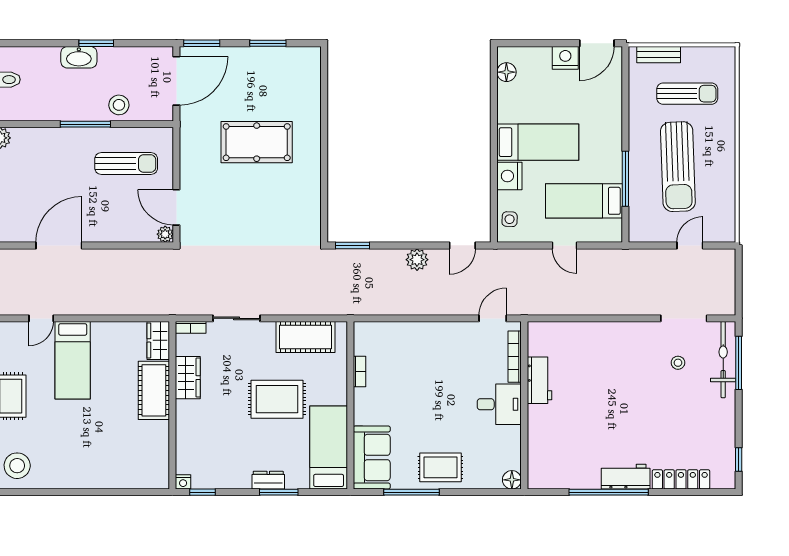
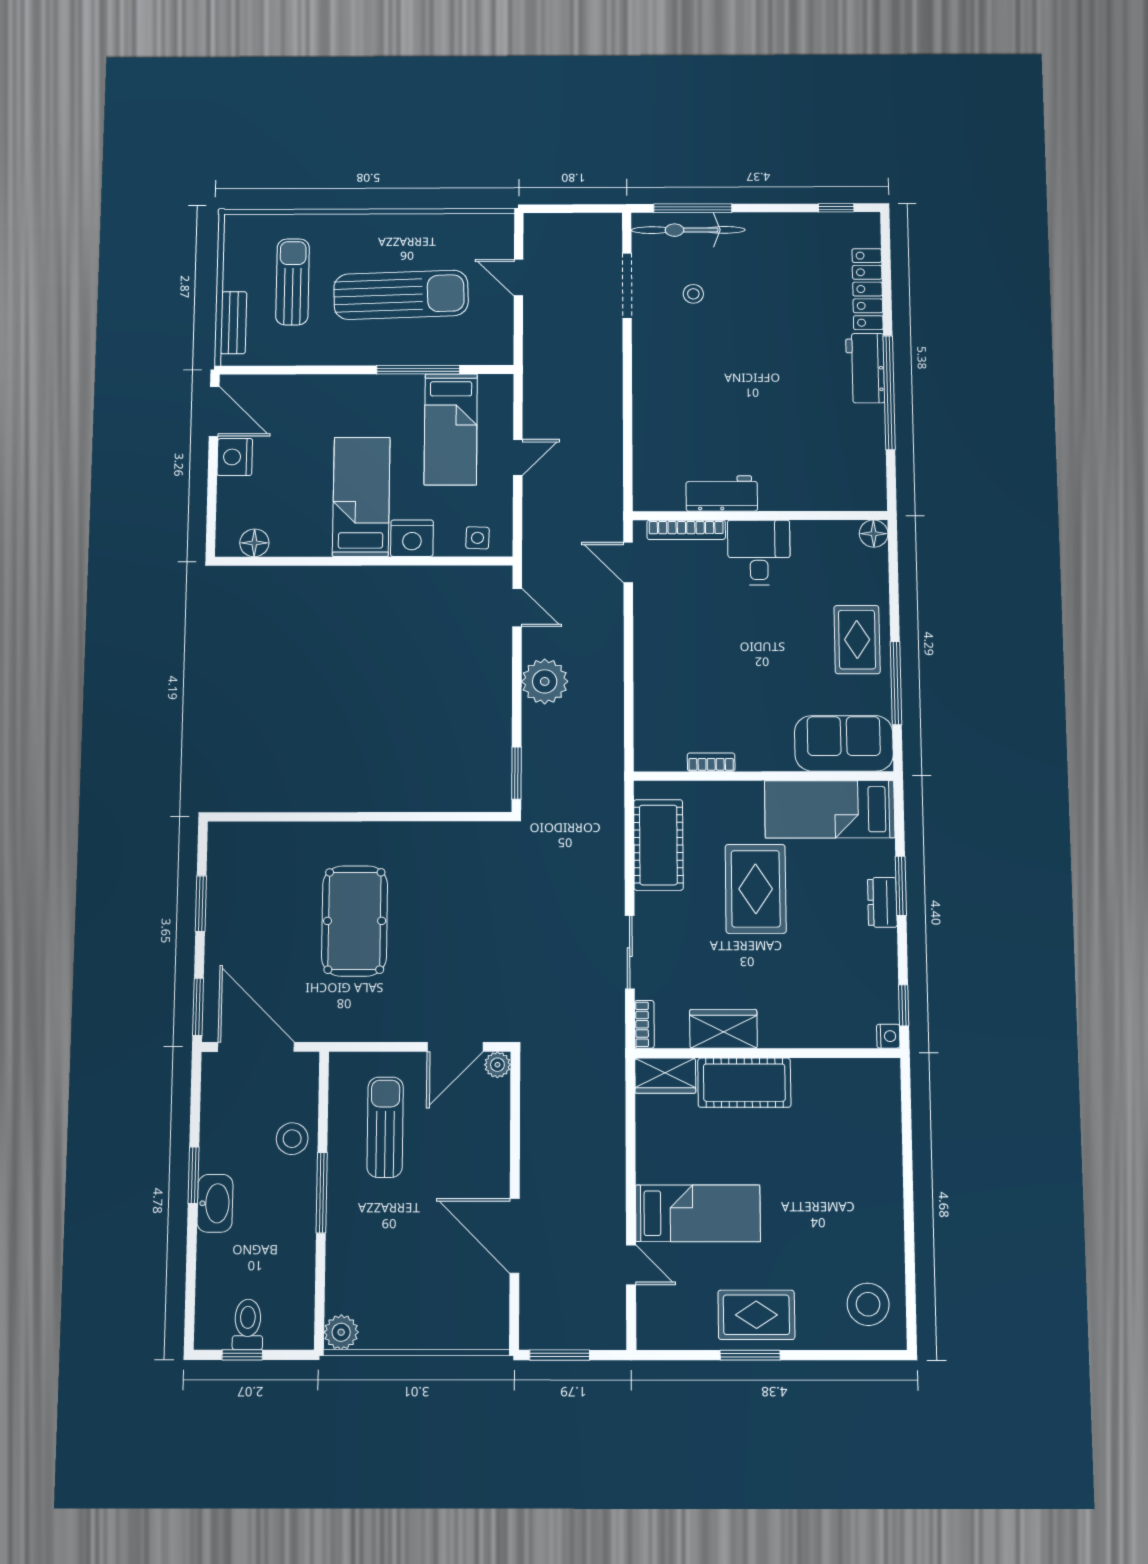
plant: (417, 260) -> (545, 681), width x1.36, depth x1.36

